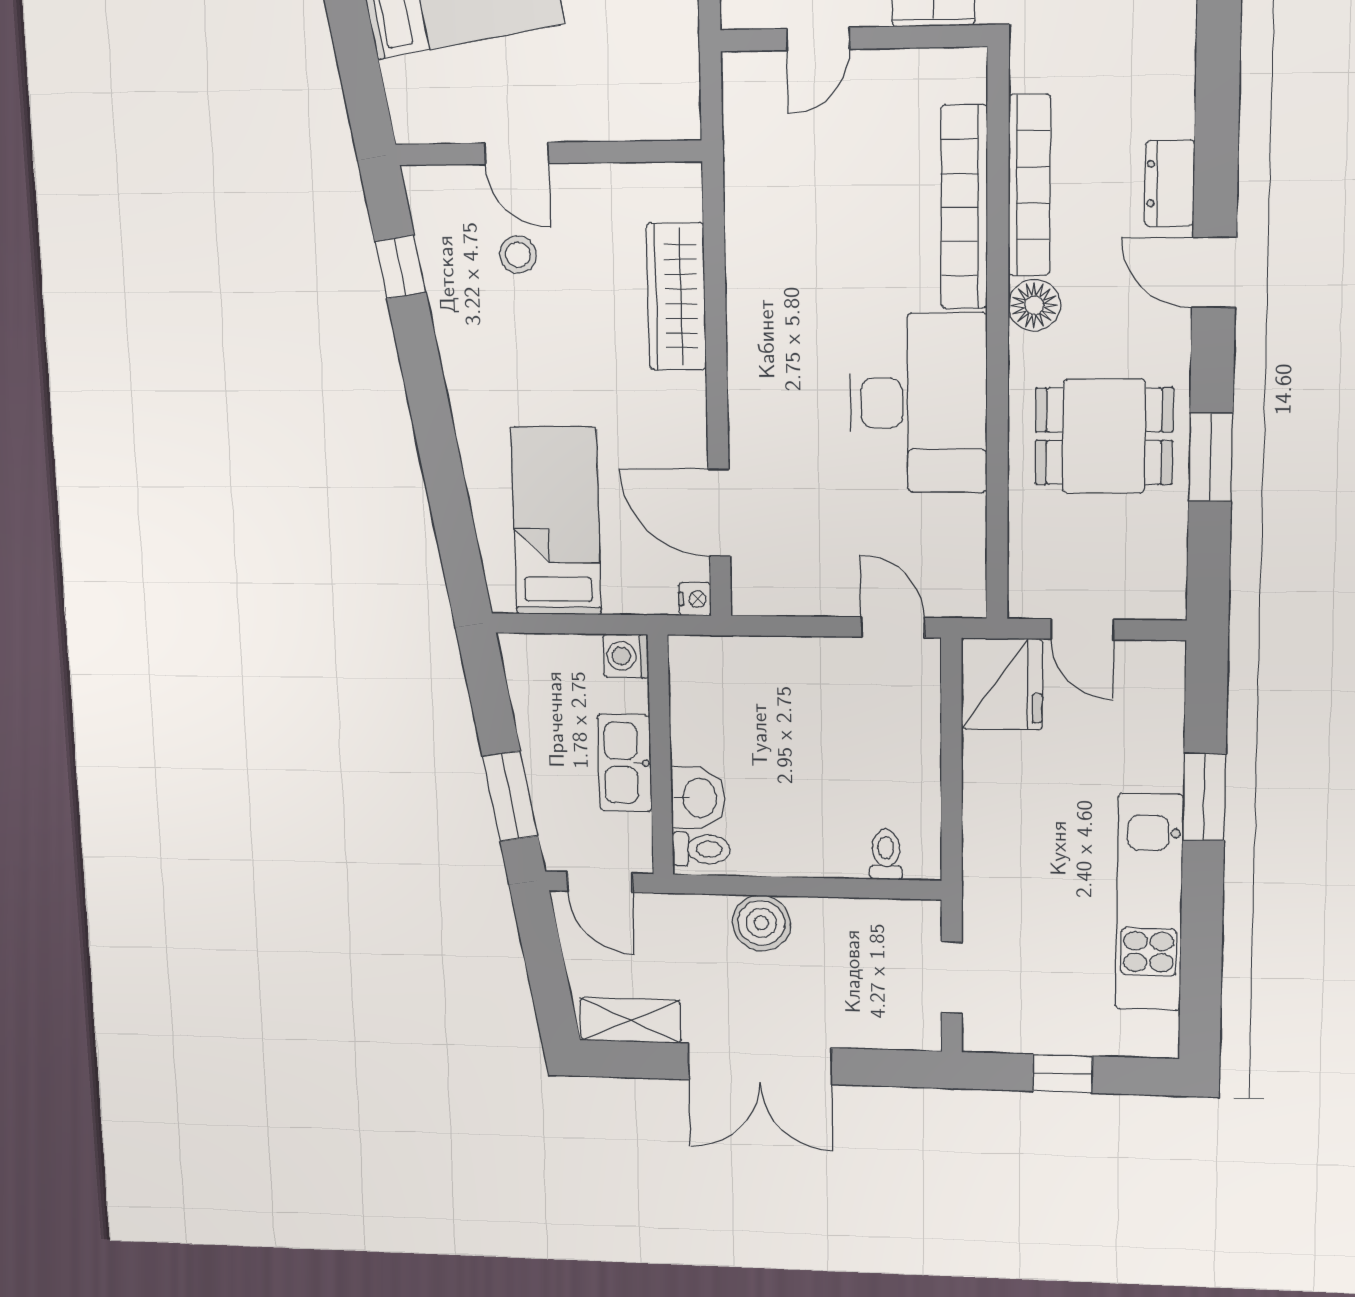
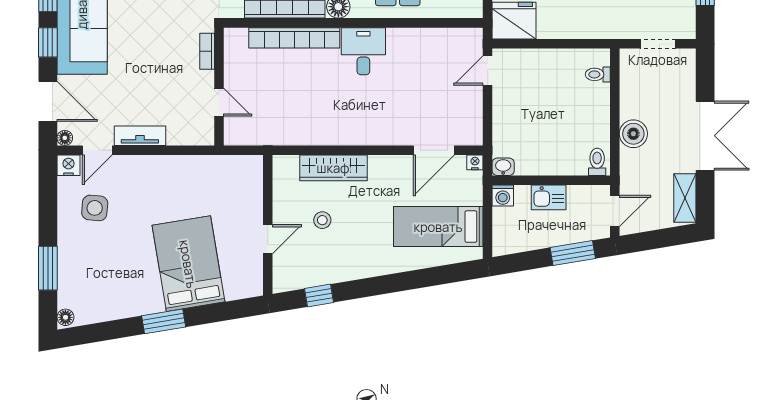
stool: (518, 255) -> (322, 220), moved
desk: (919, 403) -> (363, 51), width x0.53, depth x0.77
kitchen sink: (625, 763) -> (549, 197), width x0.73
washbasin: (698, 798) -> (503, 167), moved, width x0.72, depth x0.69

